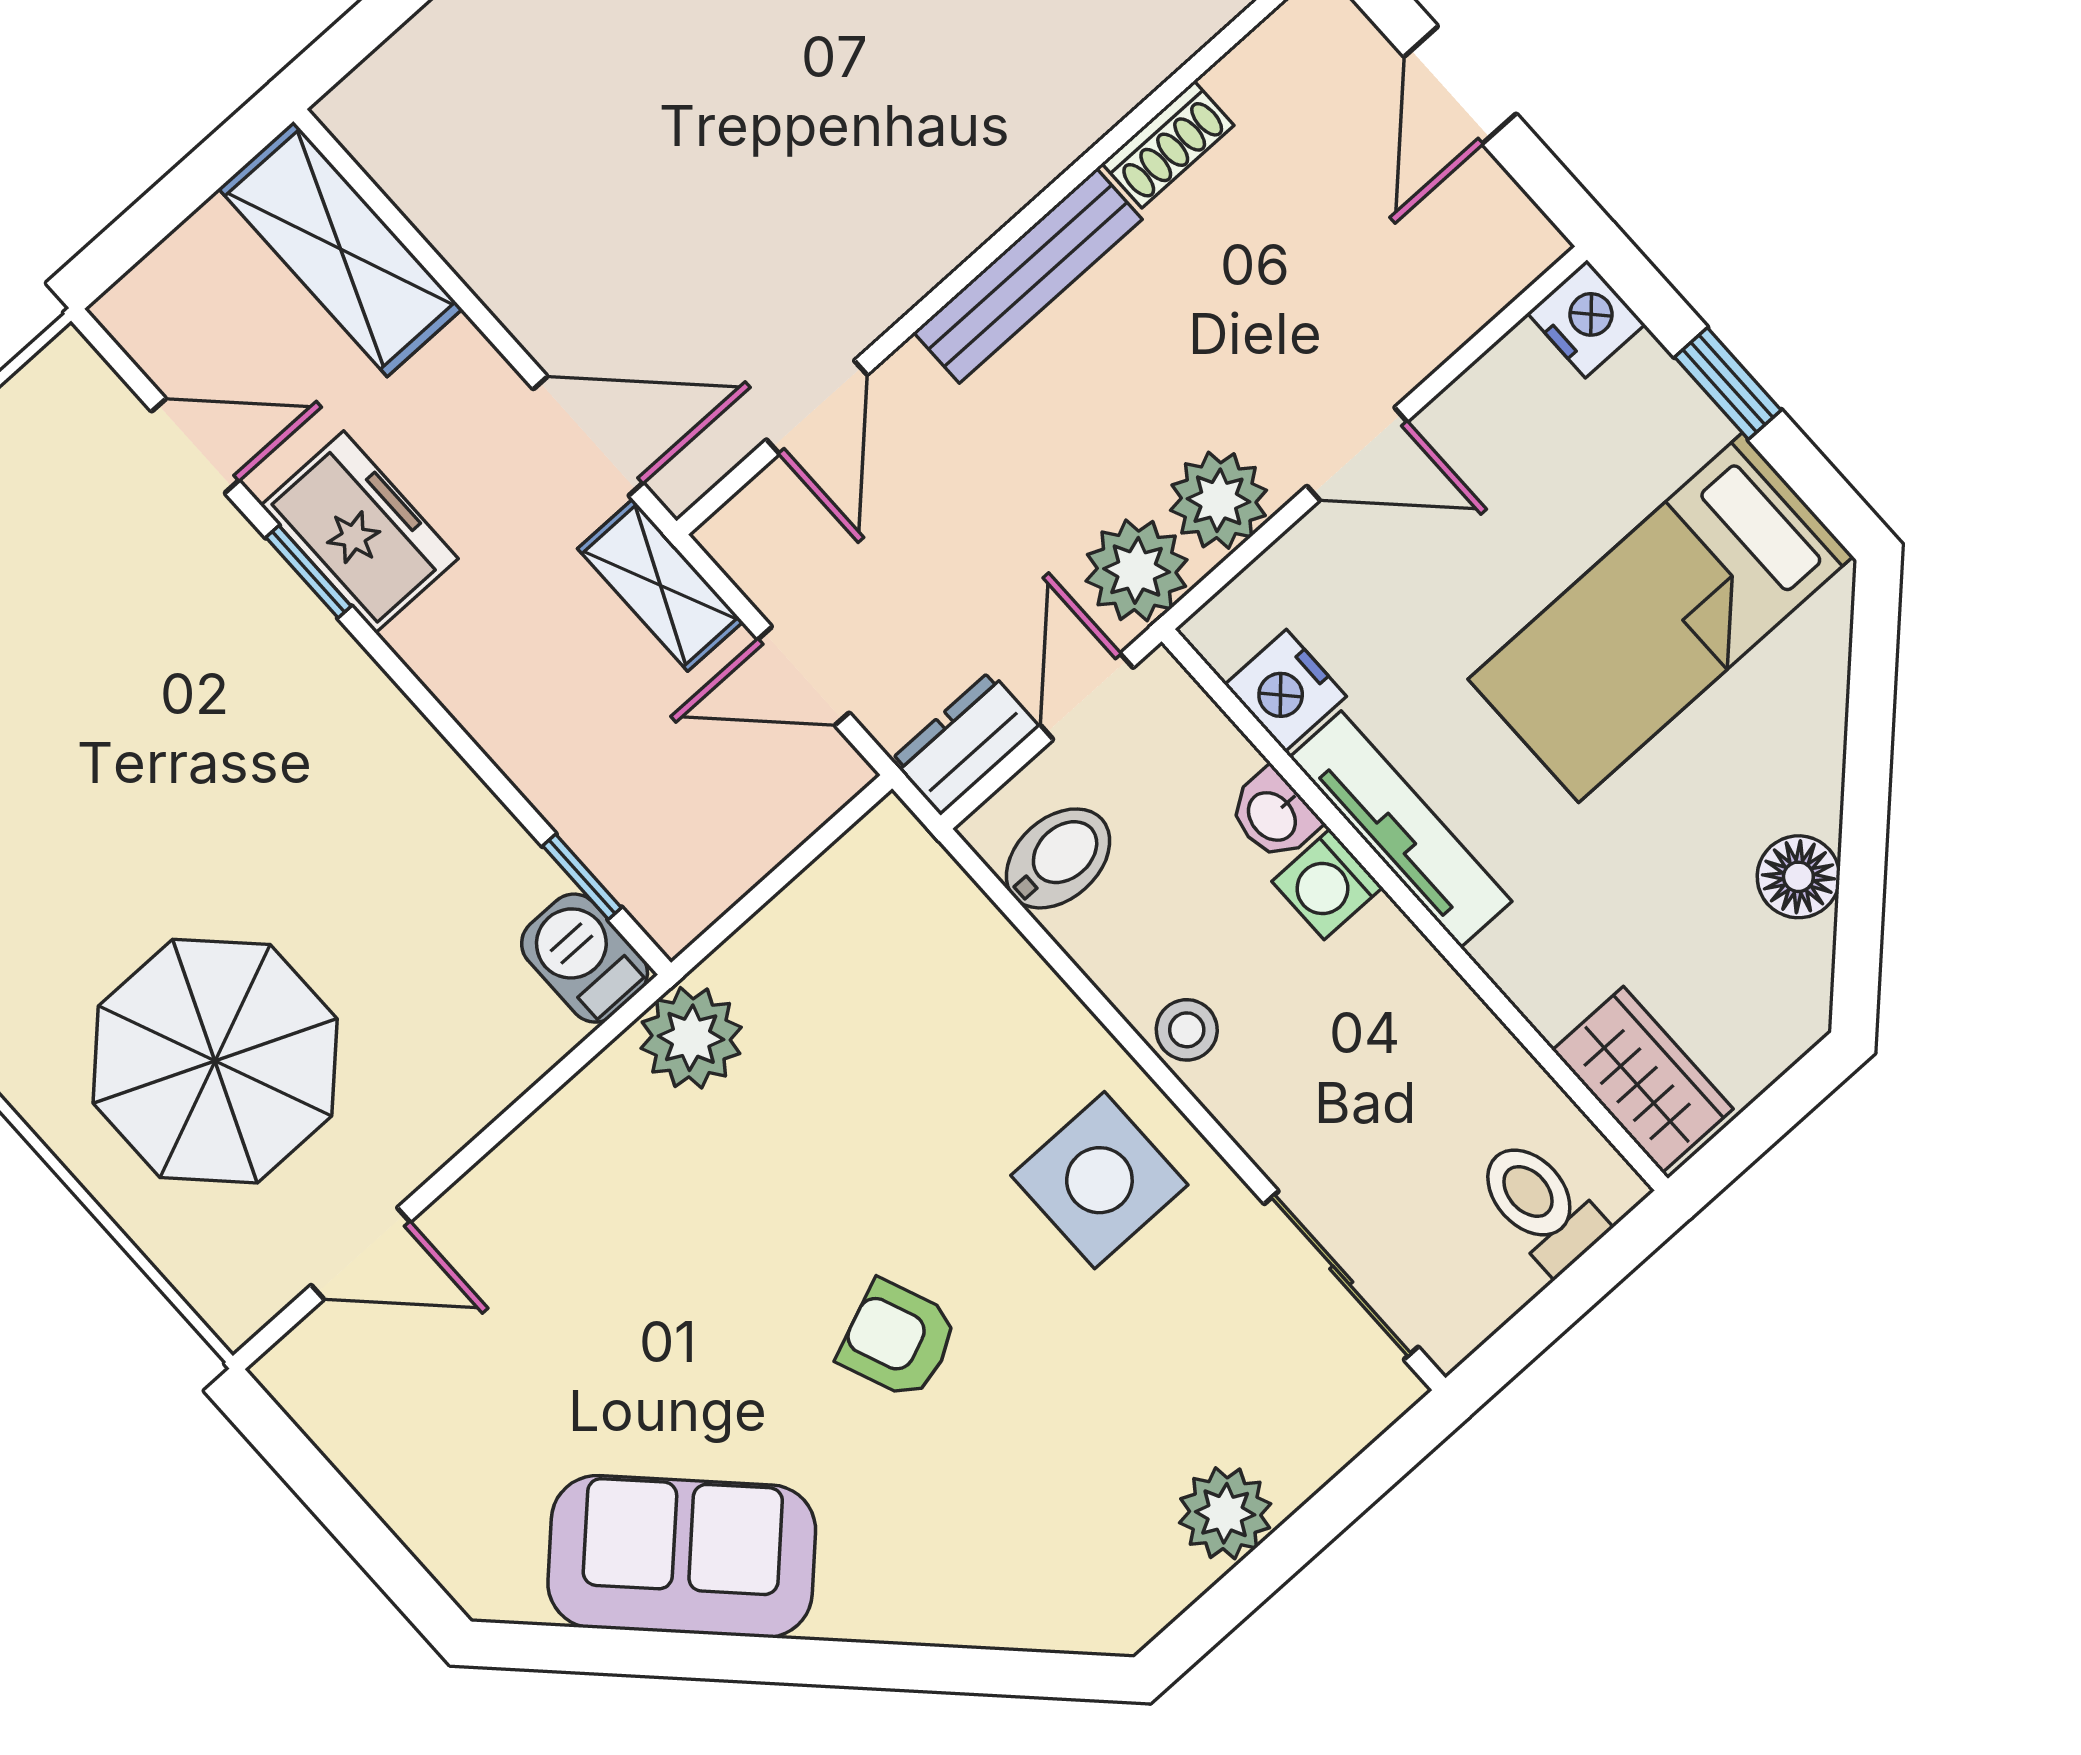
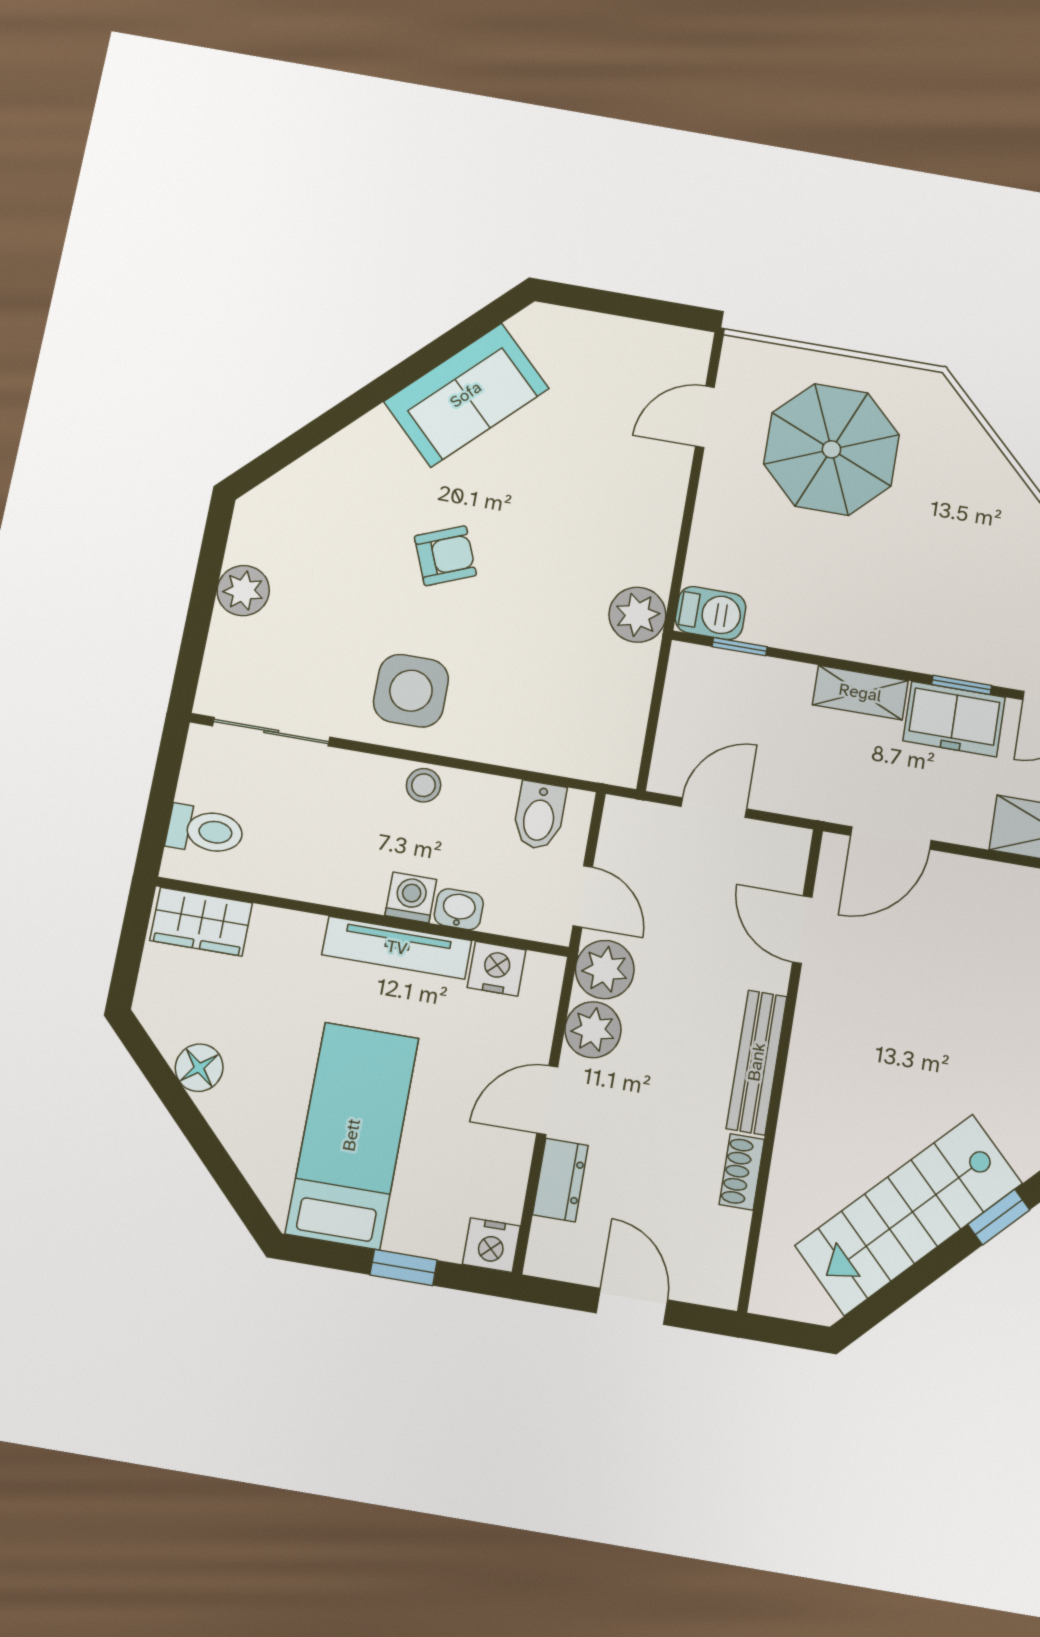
shelving: (660, 585) -> (860, 693), moved
dresser: (965, 743) -> (560, 1180), moved

